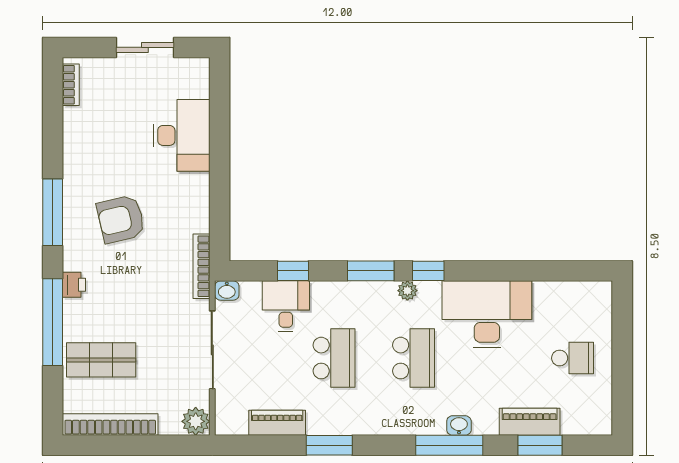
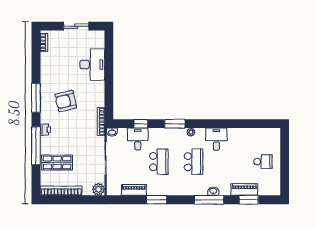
window: (428, 271) -> (200, 124), removed
desk: (487, 314) -> (216, 139), width x0.53, depth x0.77

